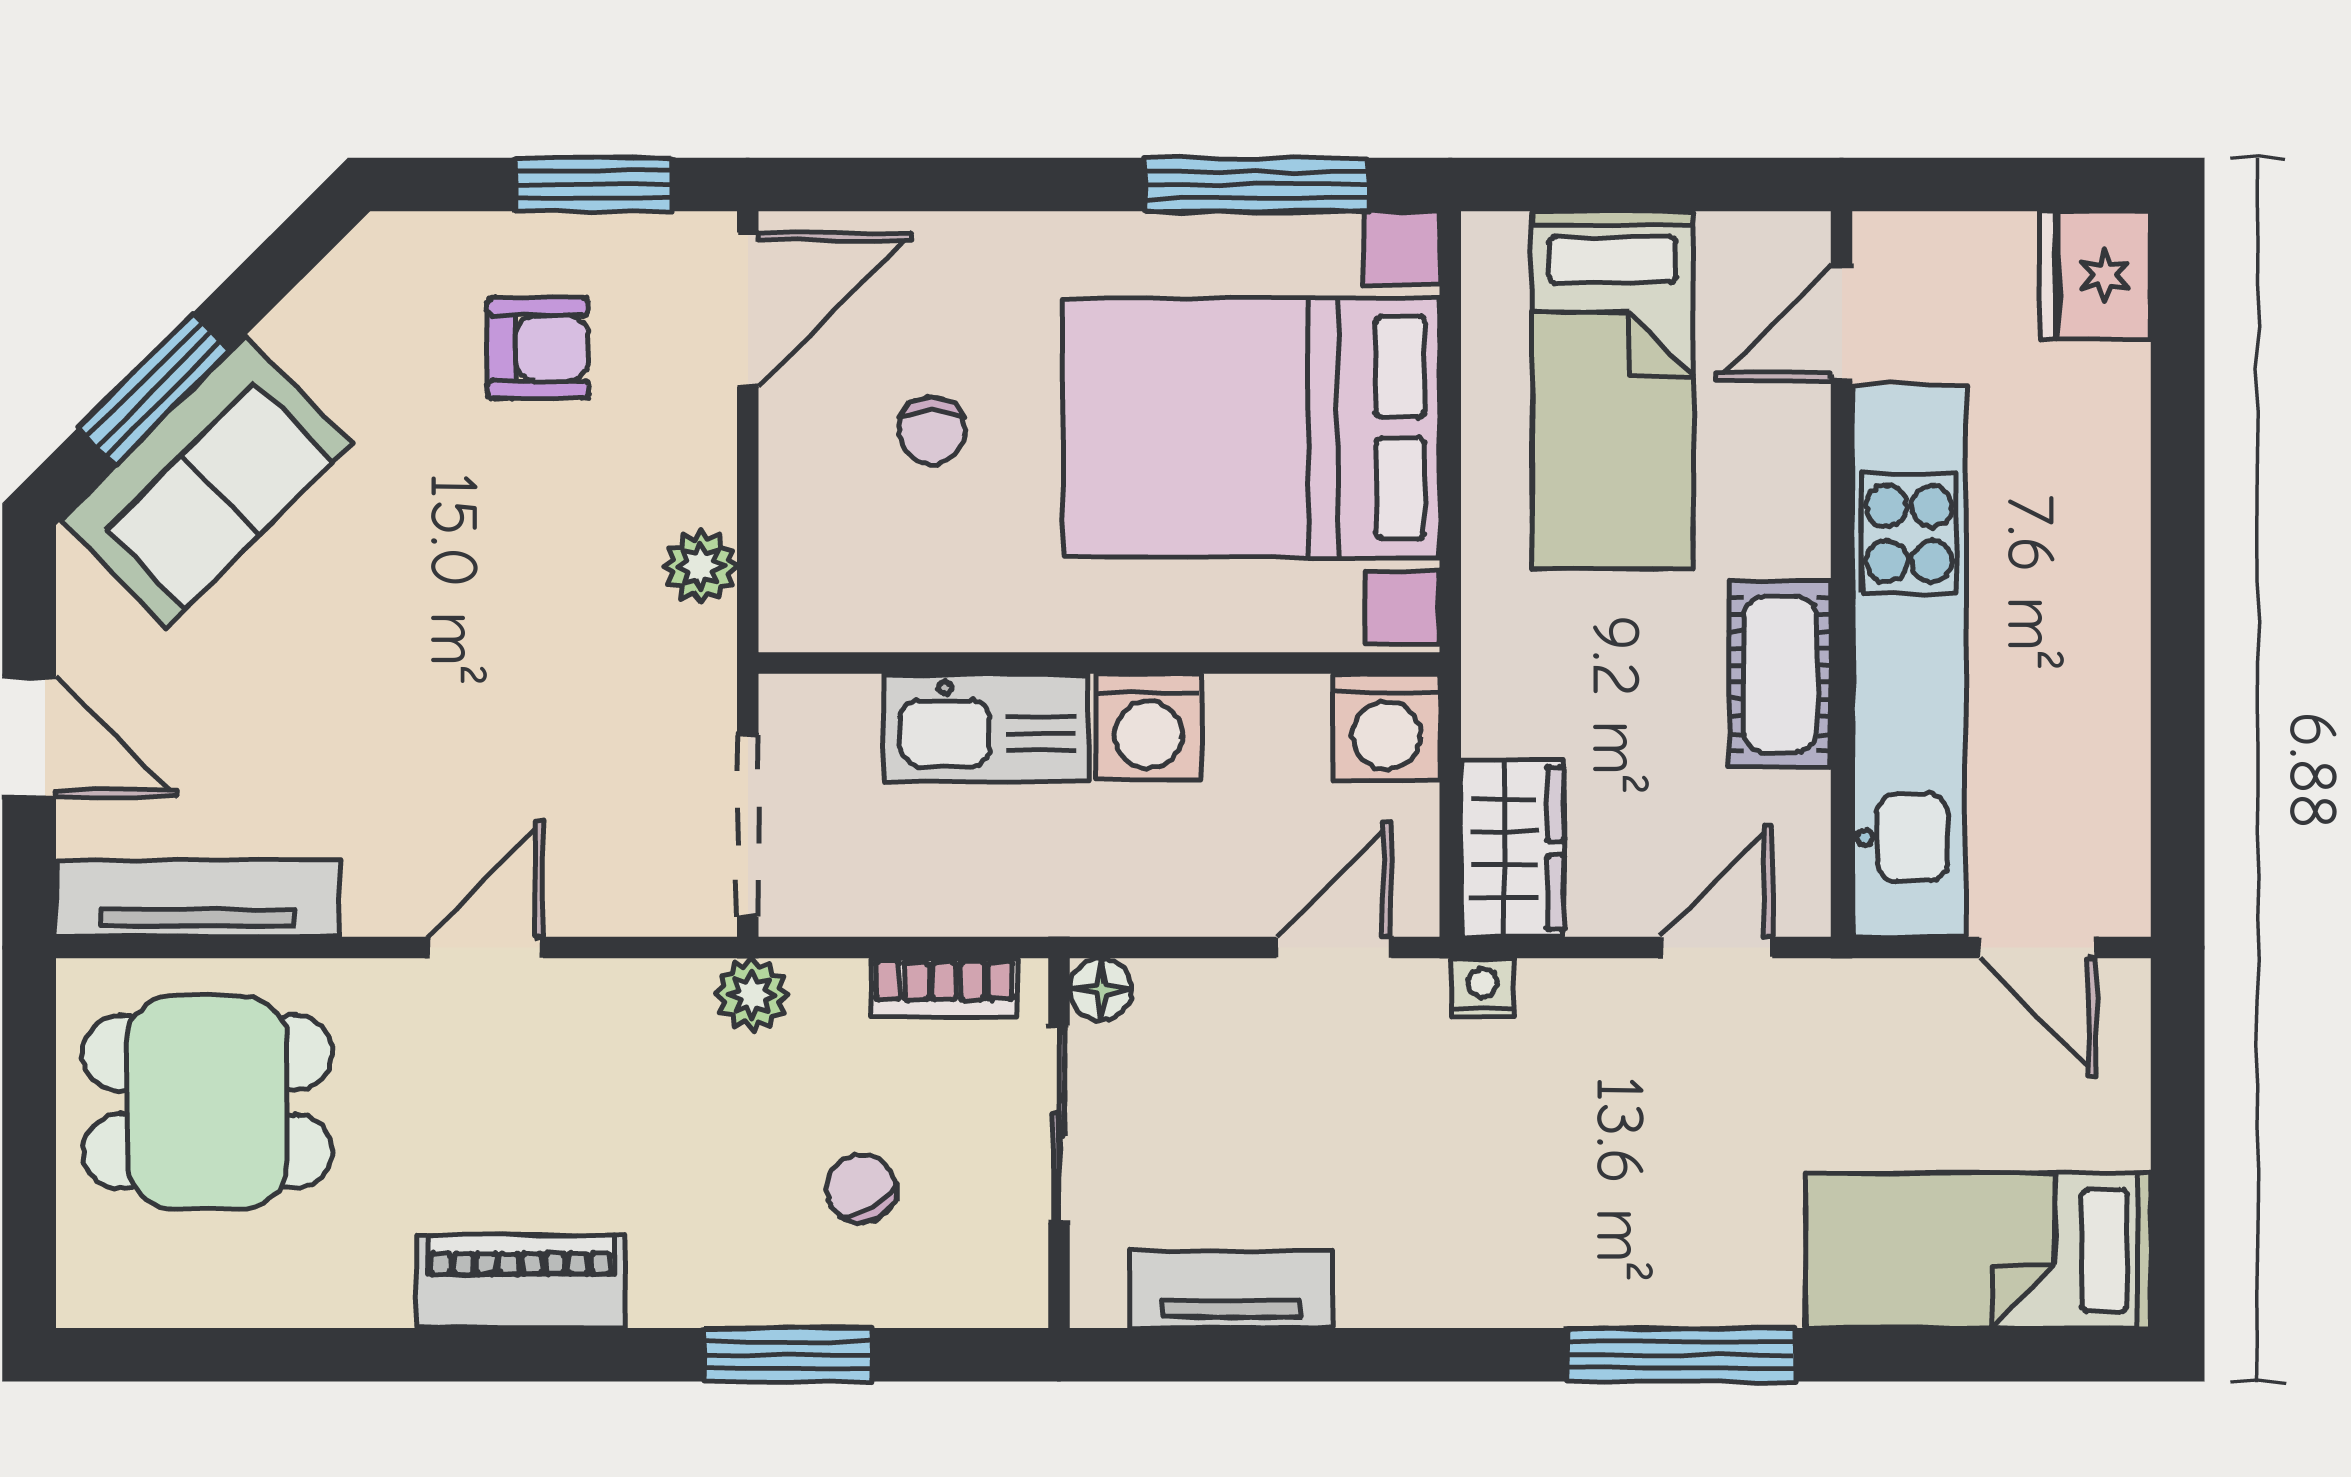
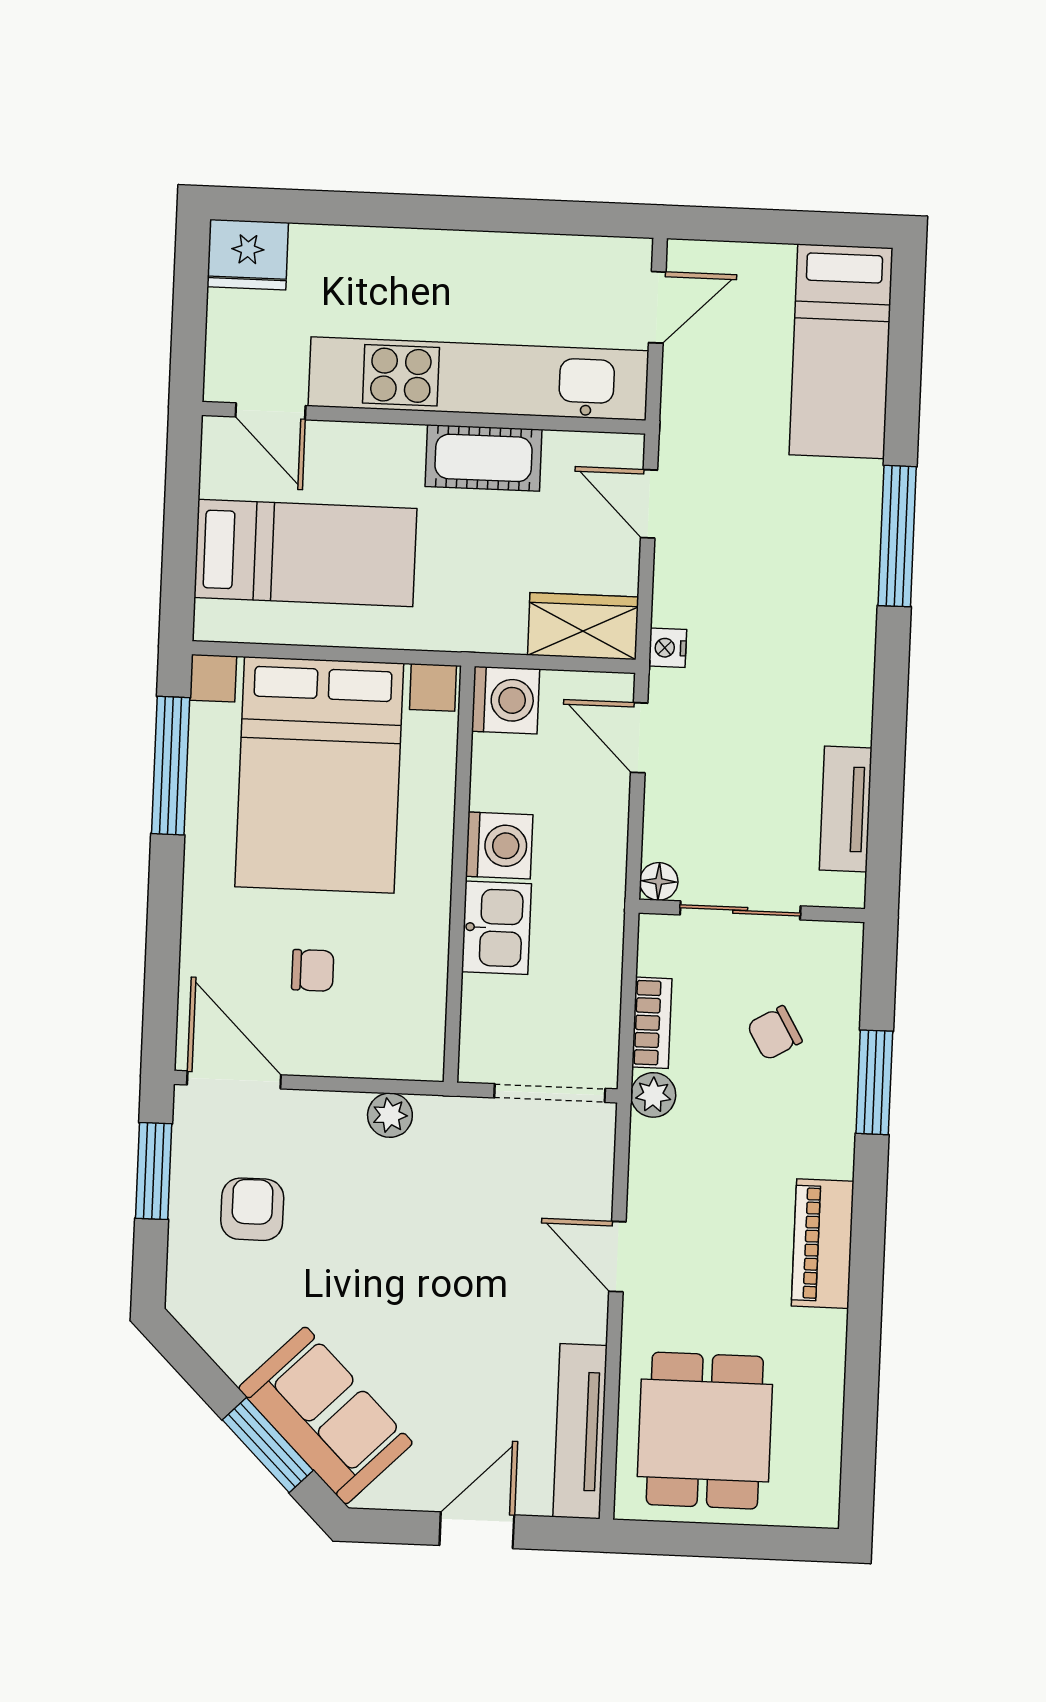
kitchen sink: (986, 728) -> (497, 928), width x0.73
bookcase: (944, 988) -> (652, 1023), moved

